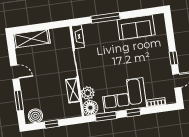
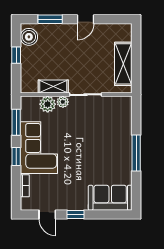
window: (106, 18) -> (136, 153), moved
sofa: (136, 27) -> (110, 198), moved, turned 90
fireplace: (78, 37) -> (118, 102), removed
shelving: (32, 39) -> (123, 64), moved
plant: (84, 81) -> (63, 102), added
floor lamp: (90, 108) -> (29, 105), removed

